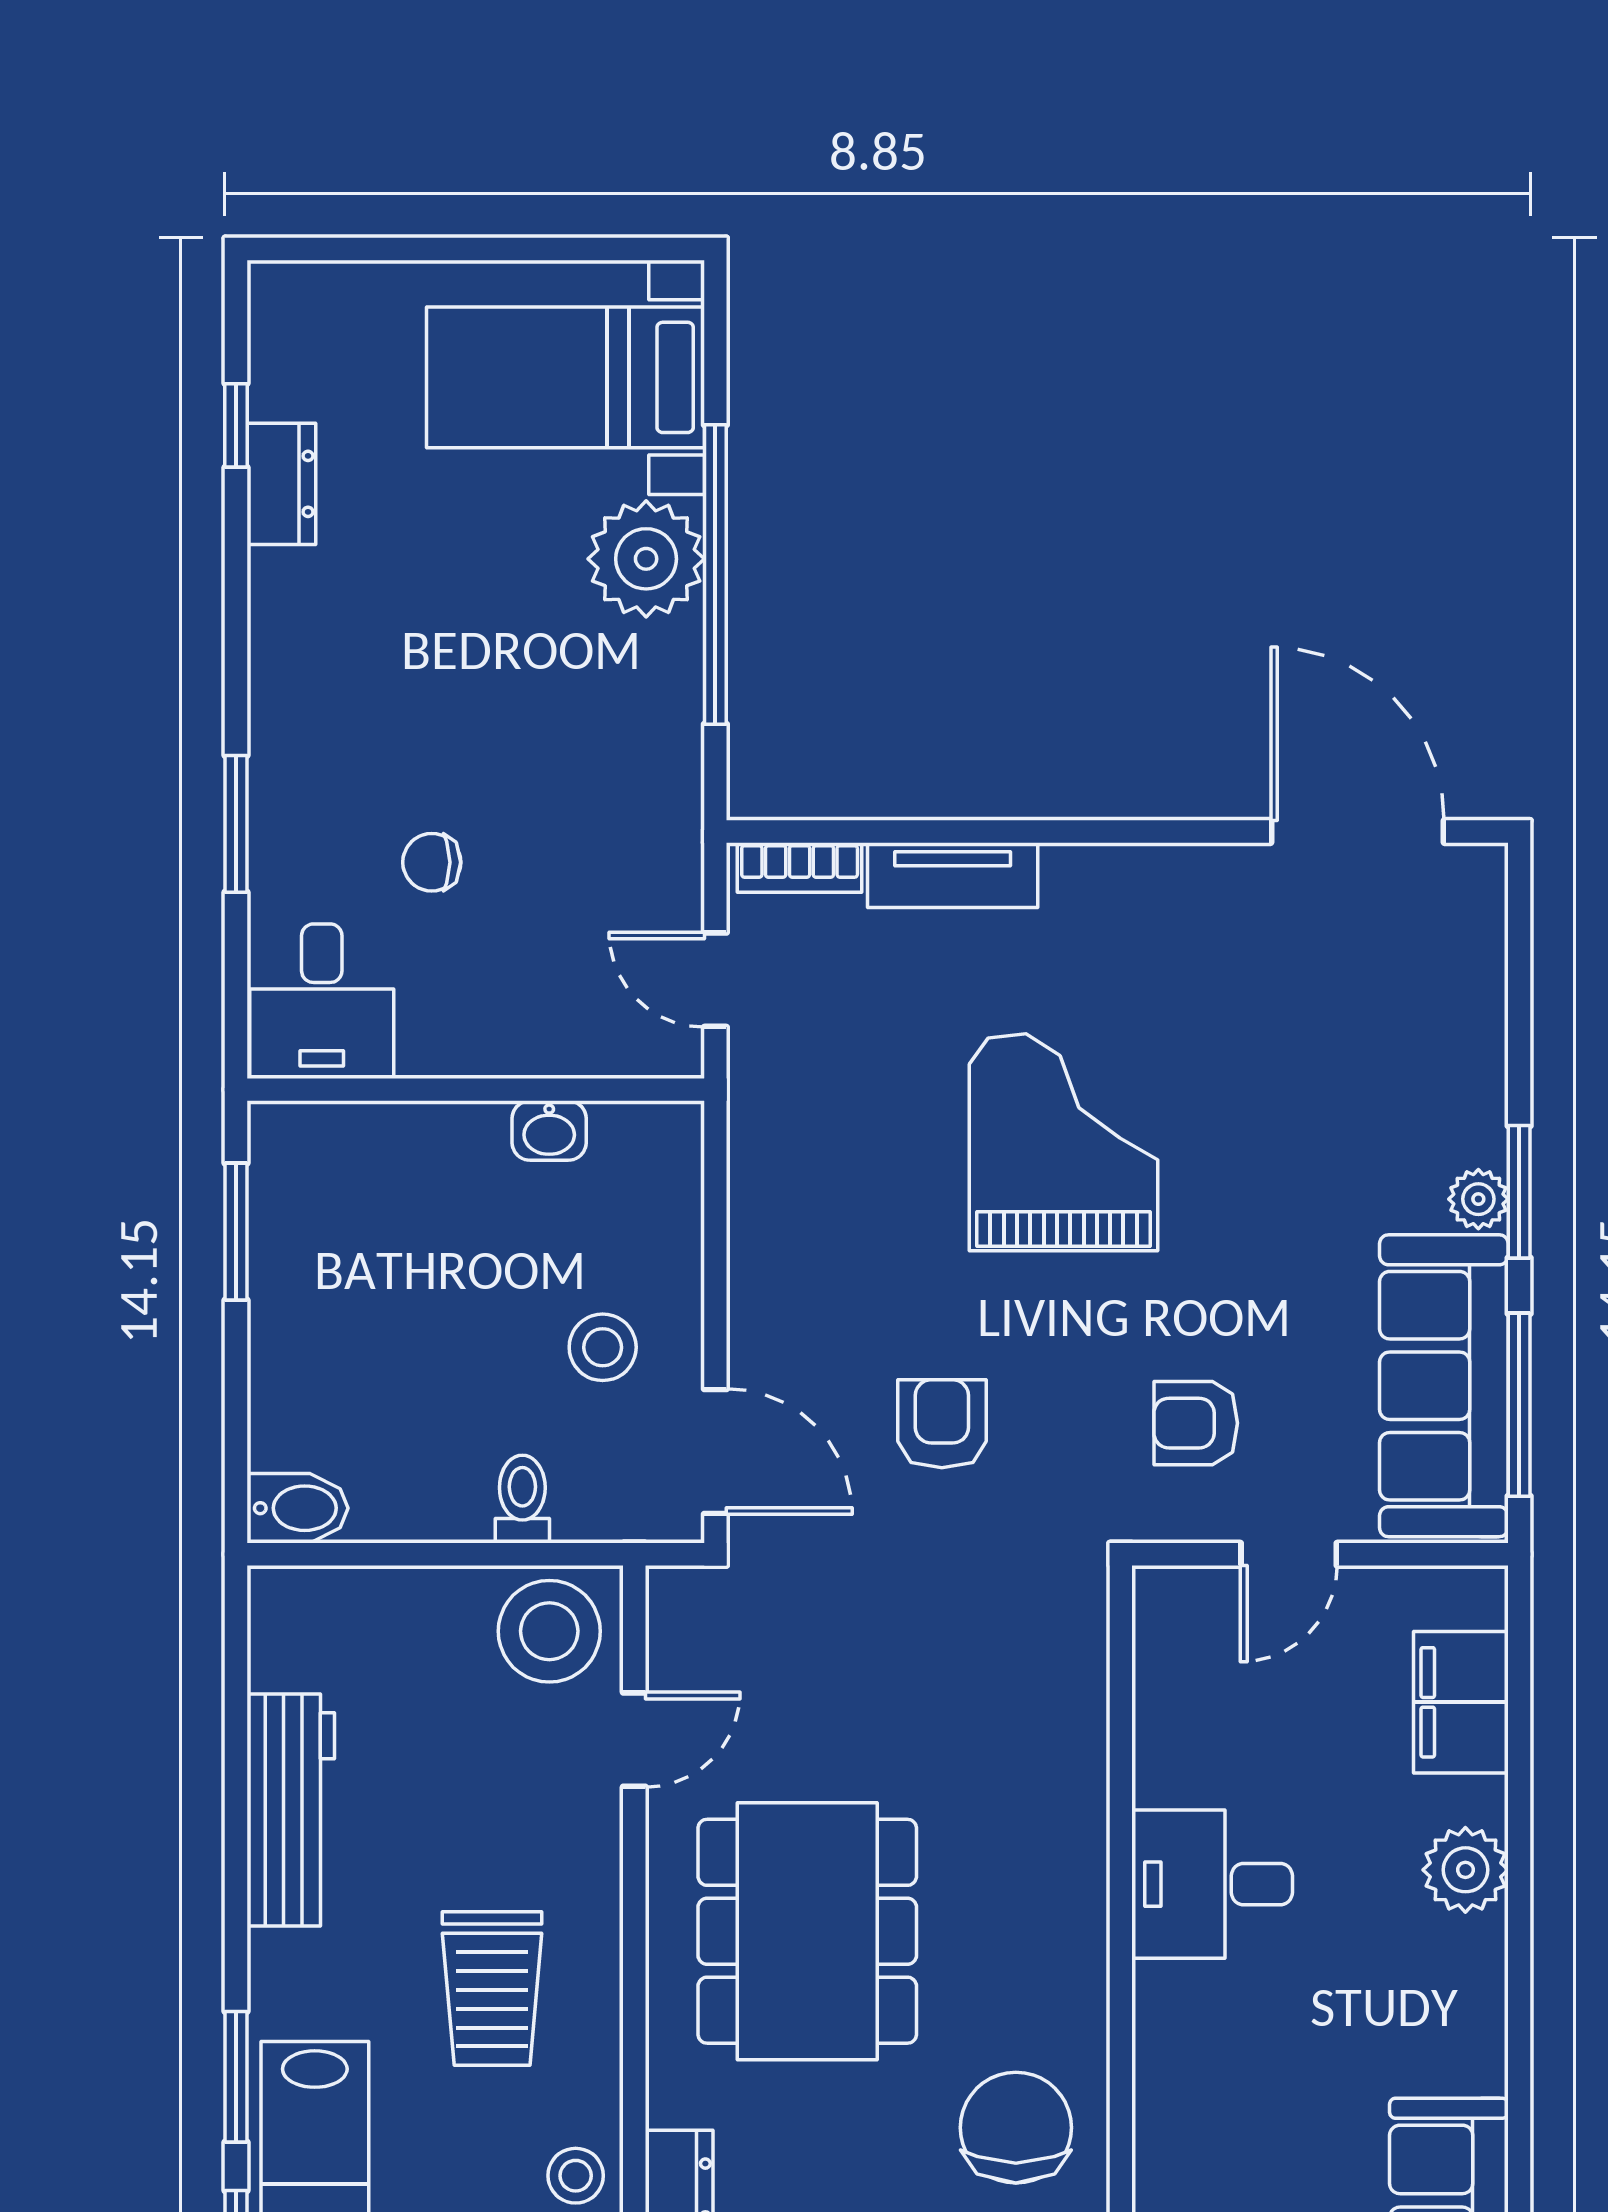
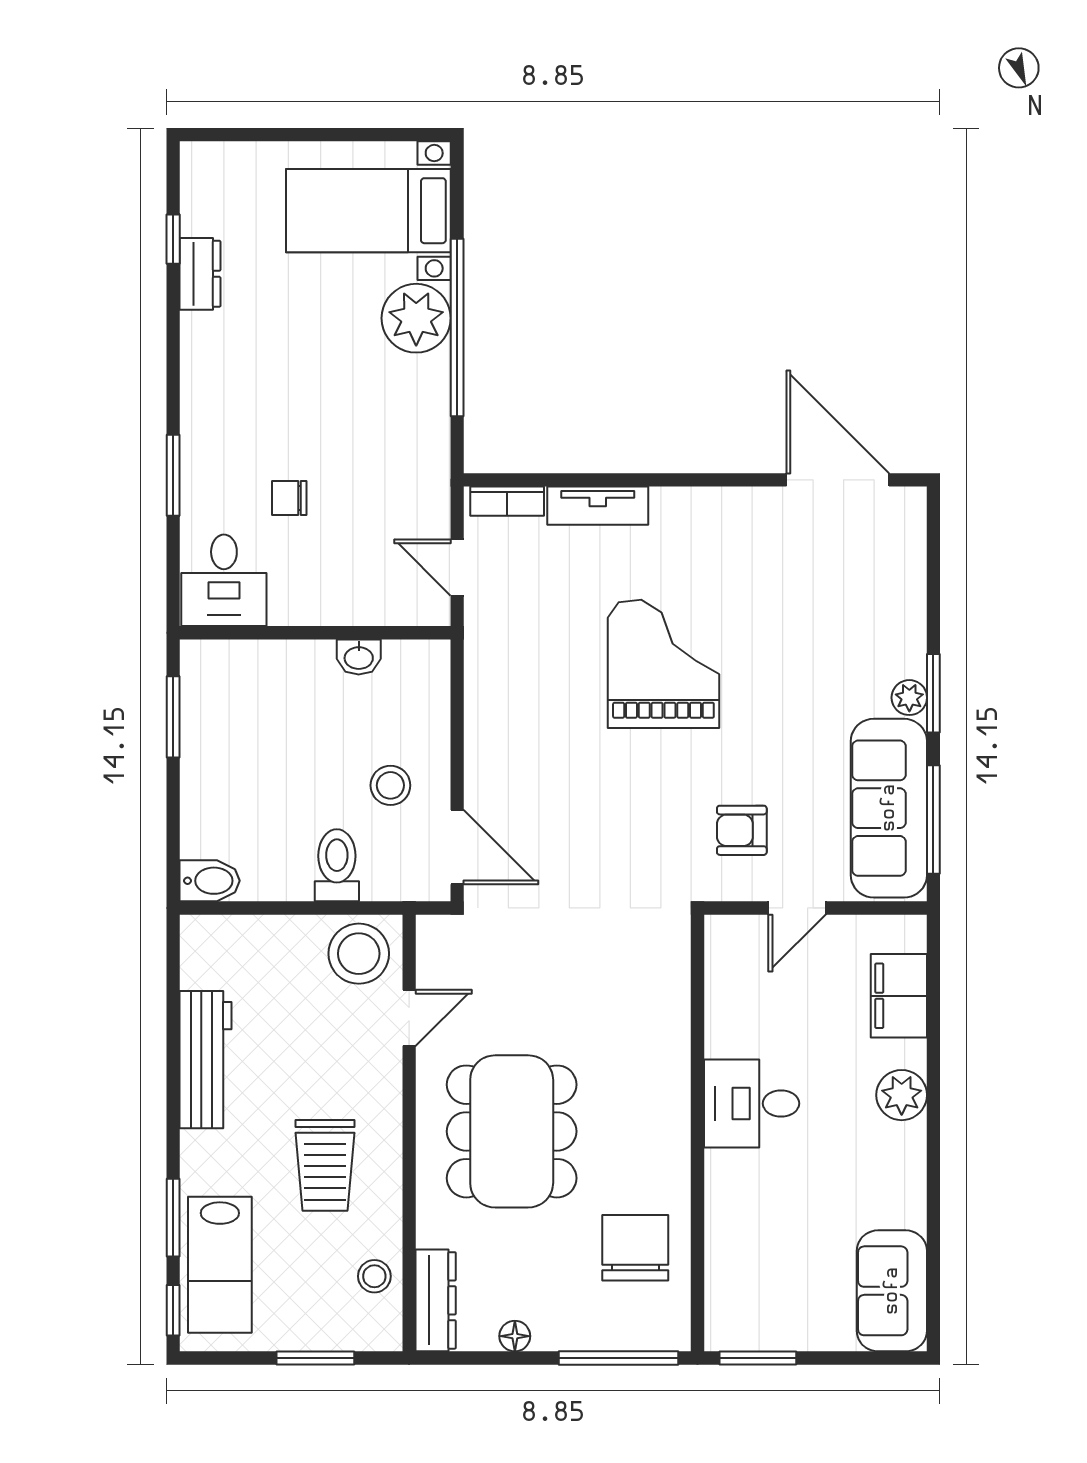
armchair: (942, 1424) -> (591, 831), removed
toilet: (522, 1499) -> (337, 865), width x1.37, depth x1.39

